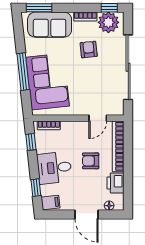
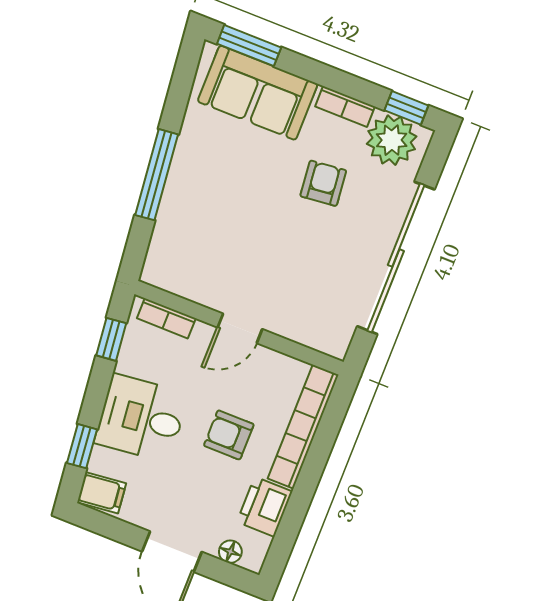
corner sofa: (48, 82) -> (202, 219), removed
door: (98, 118) -> (240, 328), moved

